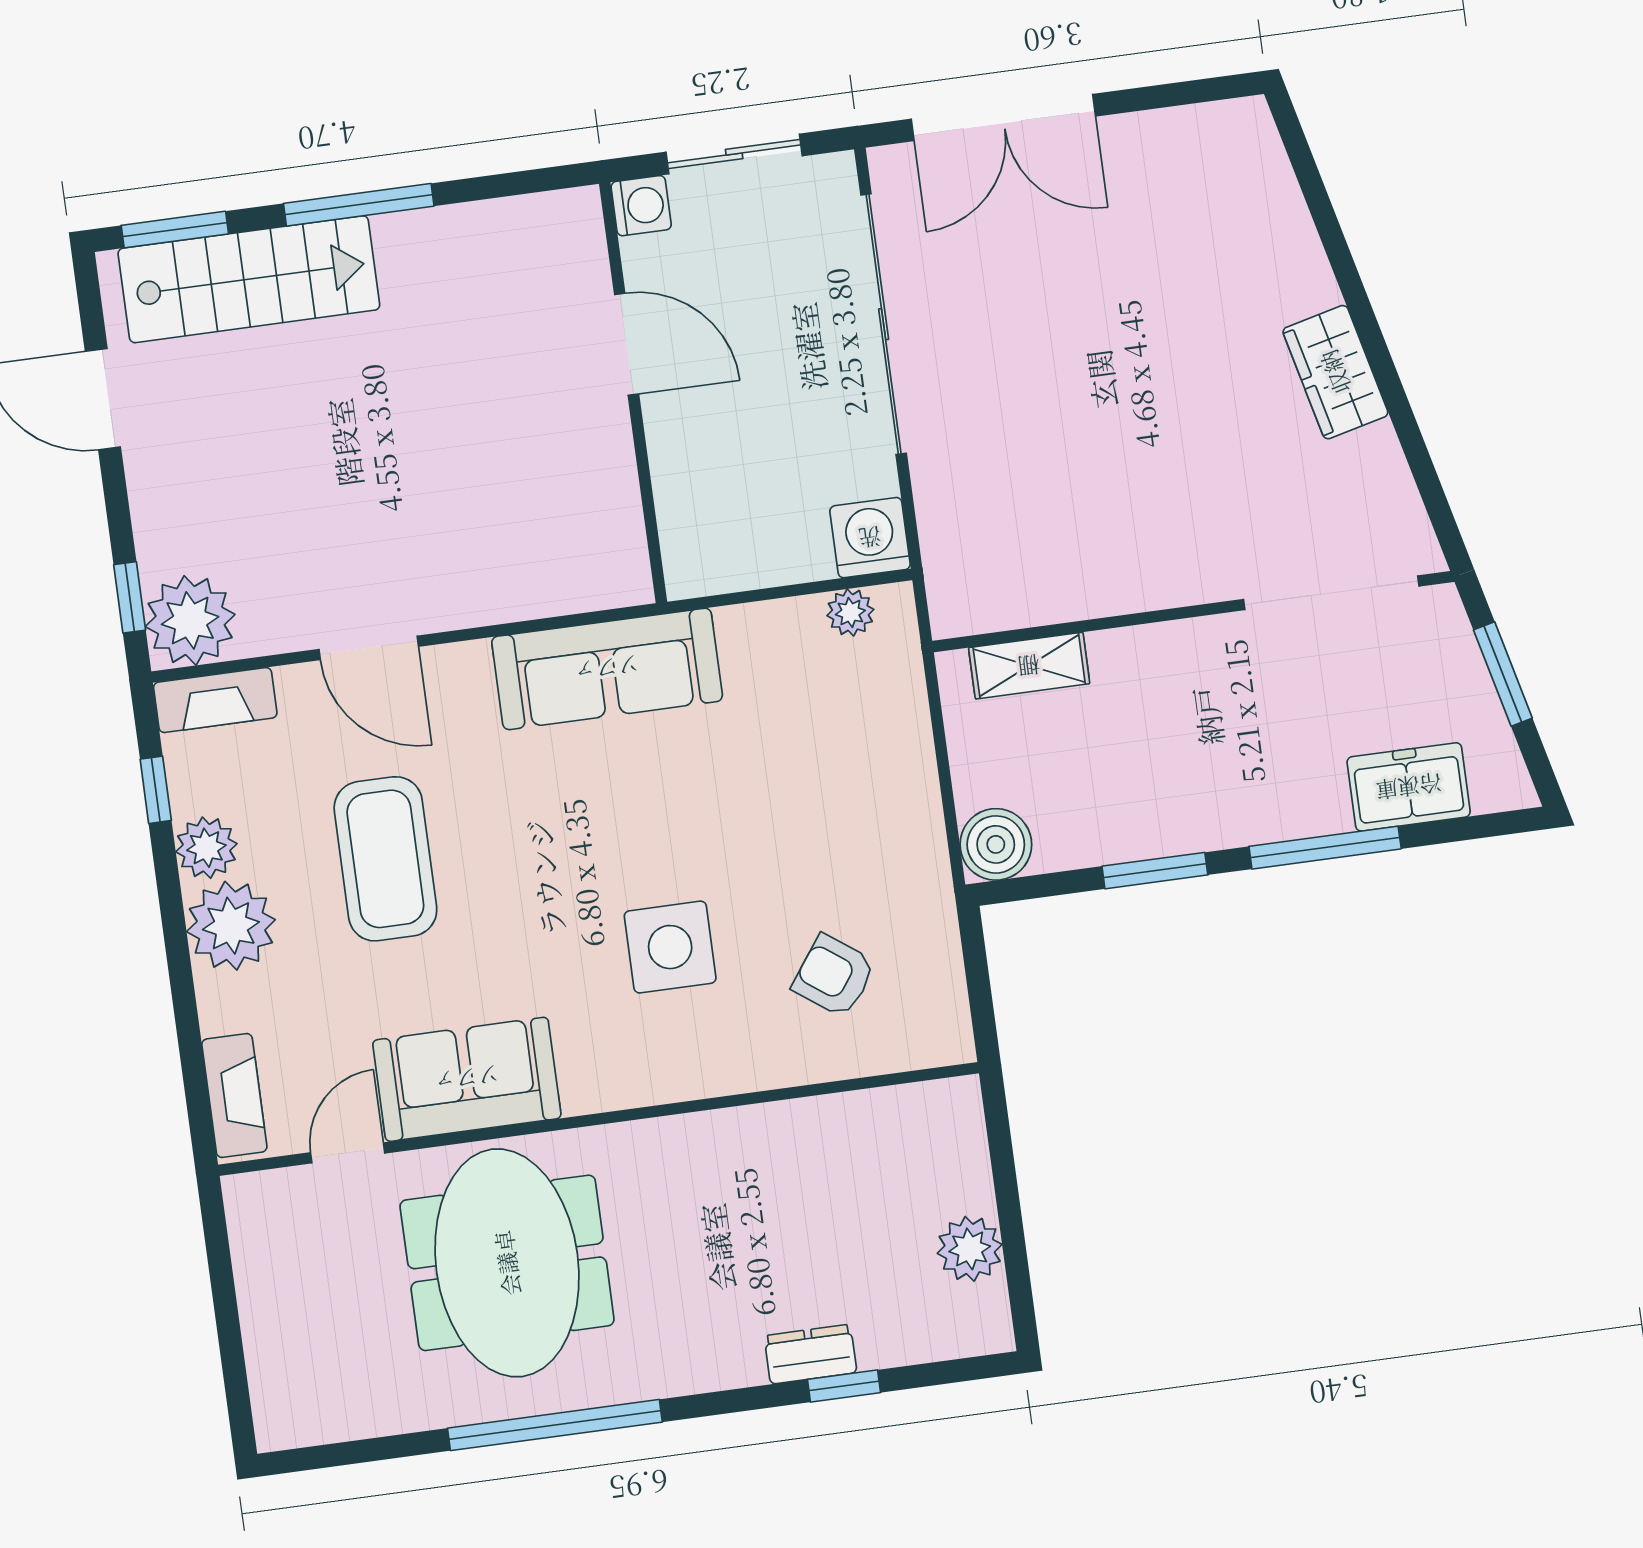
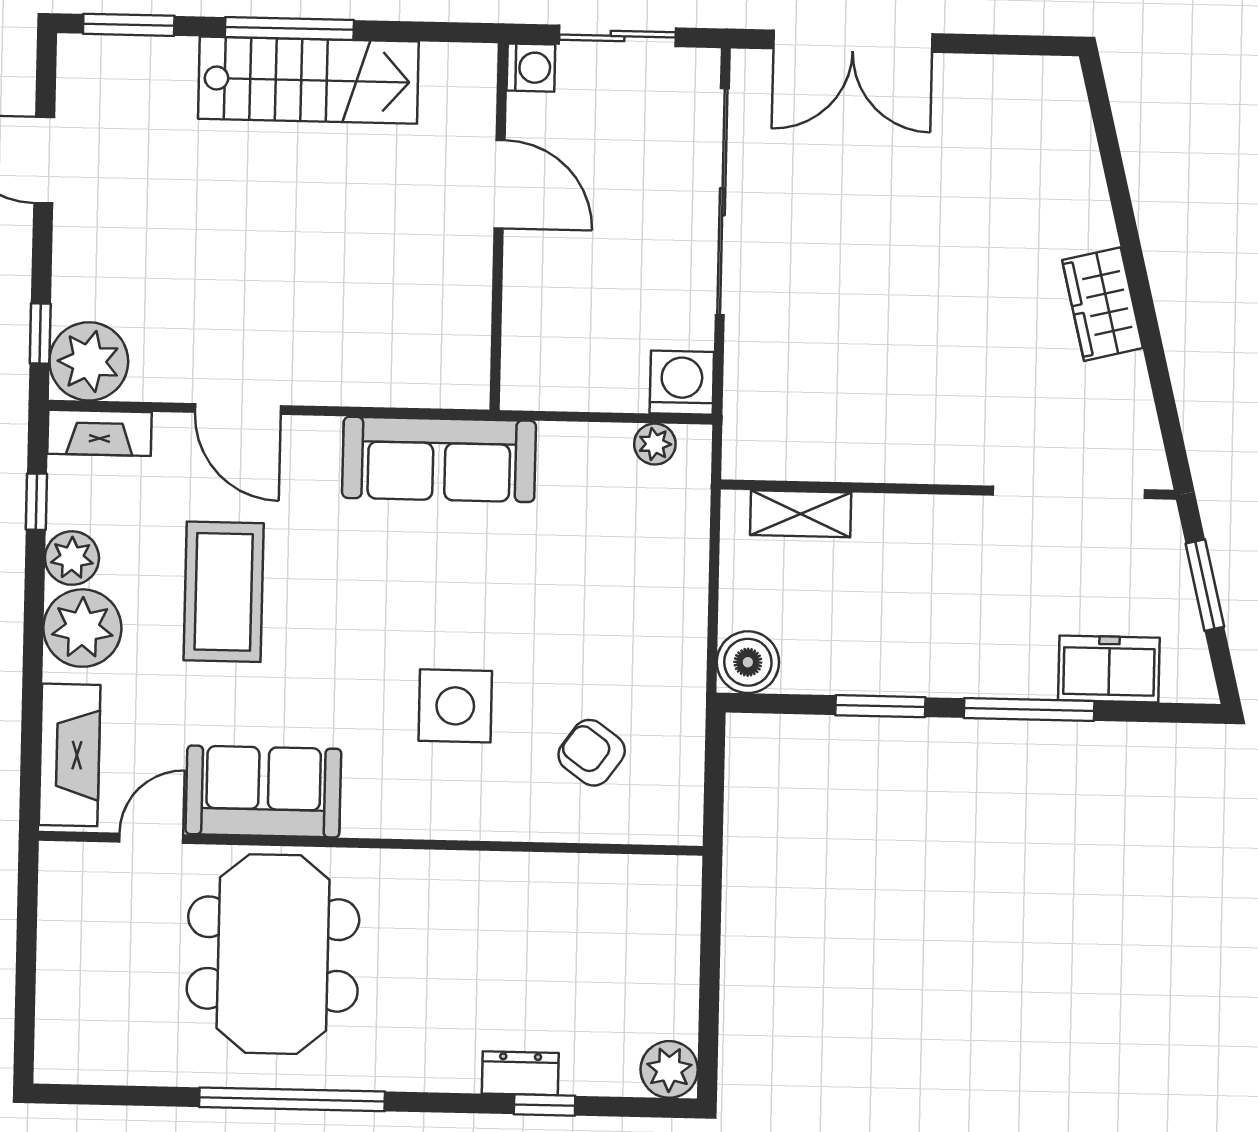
stairs: (249, 279) -> (308, 80), moved
fireplace: (234, 1096) -> (70, 755), width x1.37, depth x1.32
plant: (970, 1249) -> (669, 1069), moved

